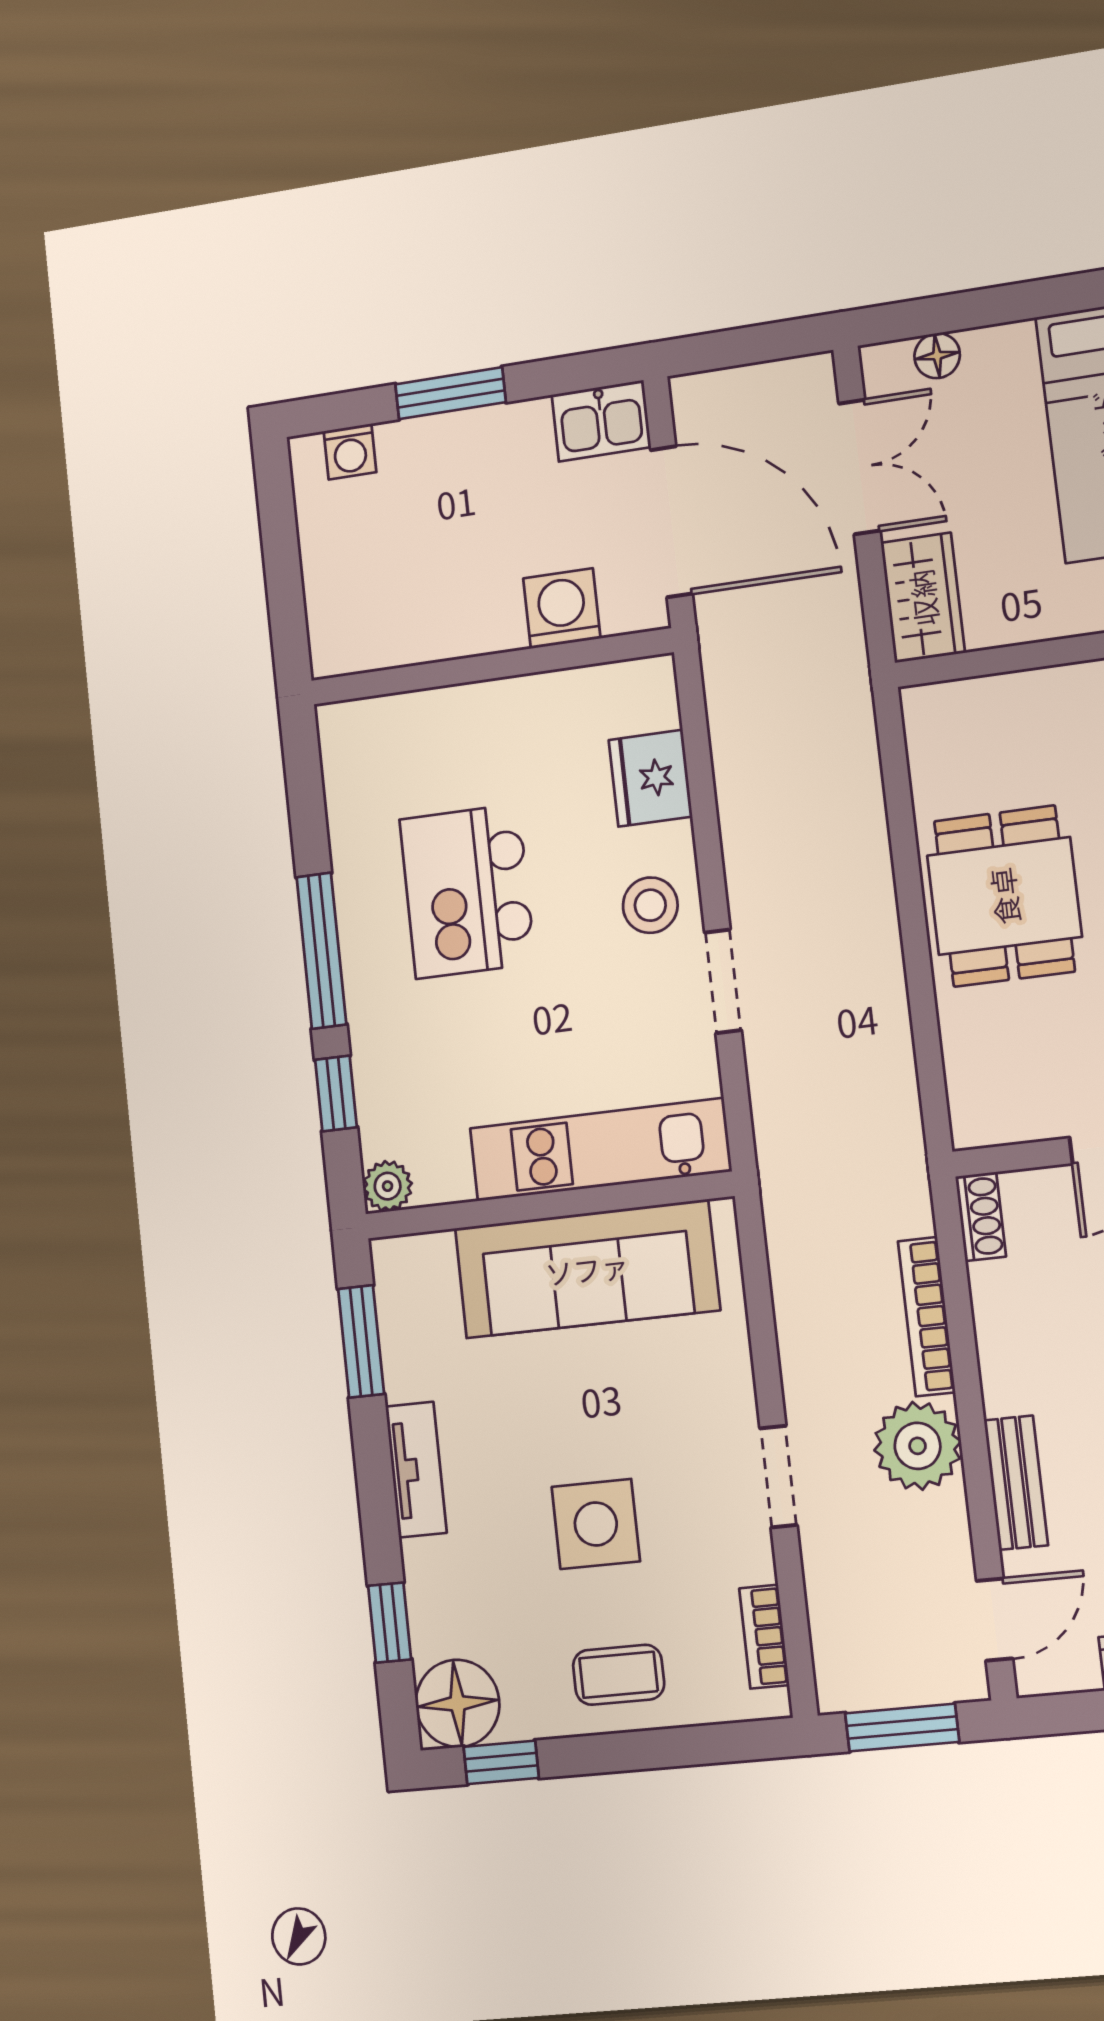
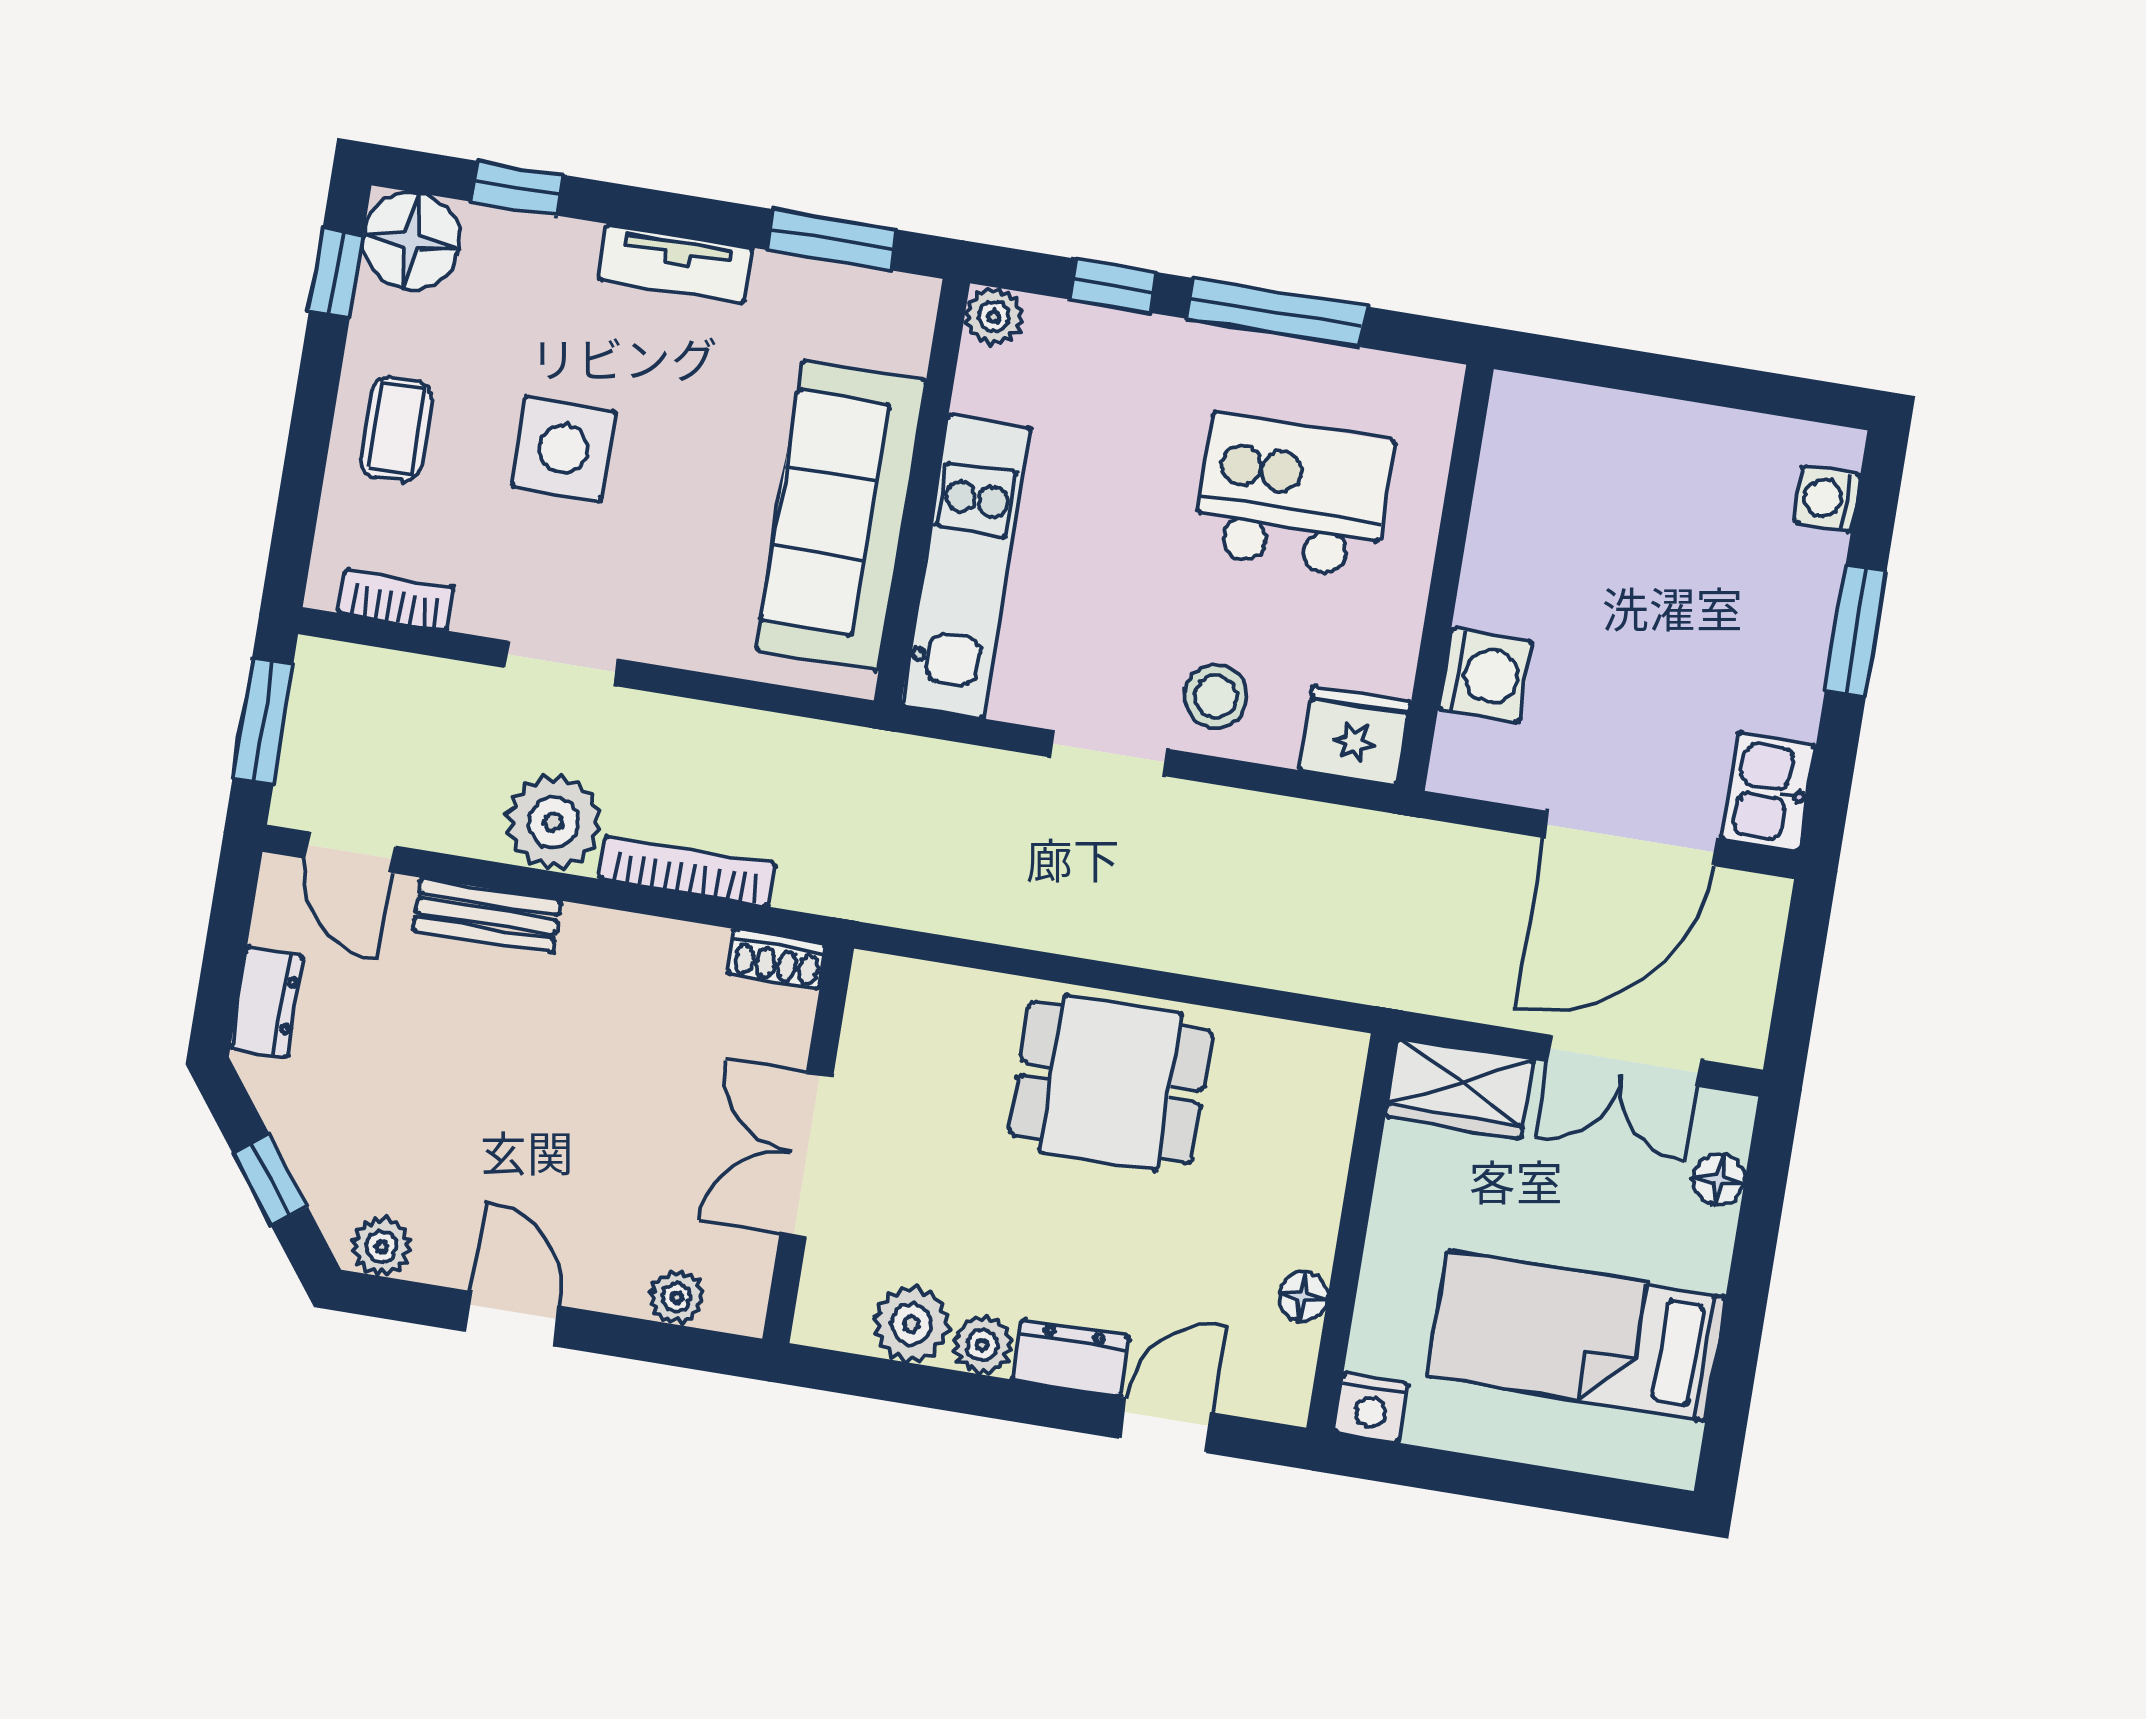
washing machine: (562, 608) -> (1485, 675), moved
wall: (491, 667) -> (1445, 578), moved

